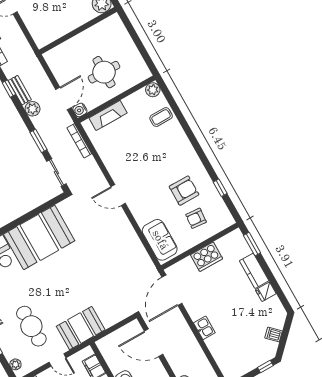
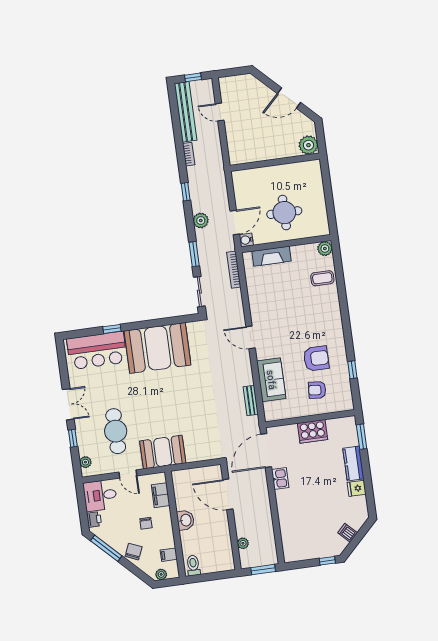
bench: (20, 90) -> (251, 401), moved
sofa: (160, 240) -> (271, 380), moved
kitchen sink: (204, 328) -> (280, 478), moved

